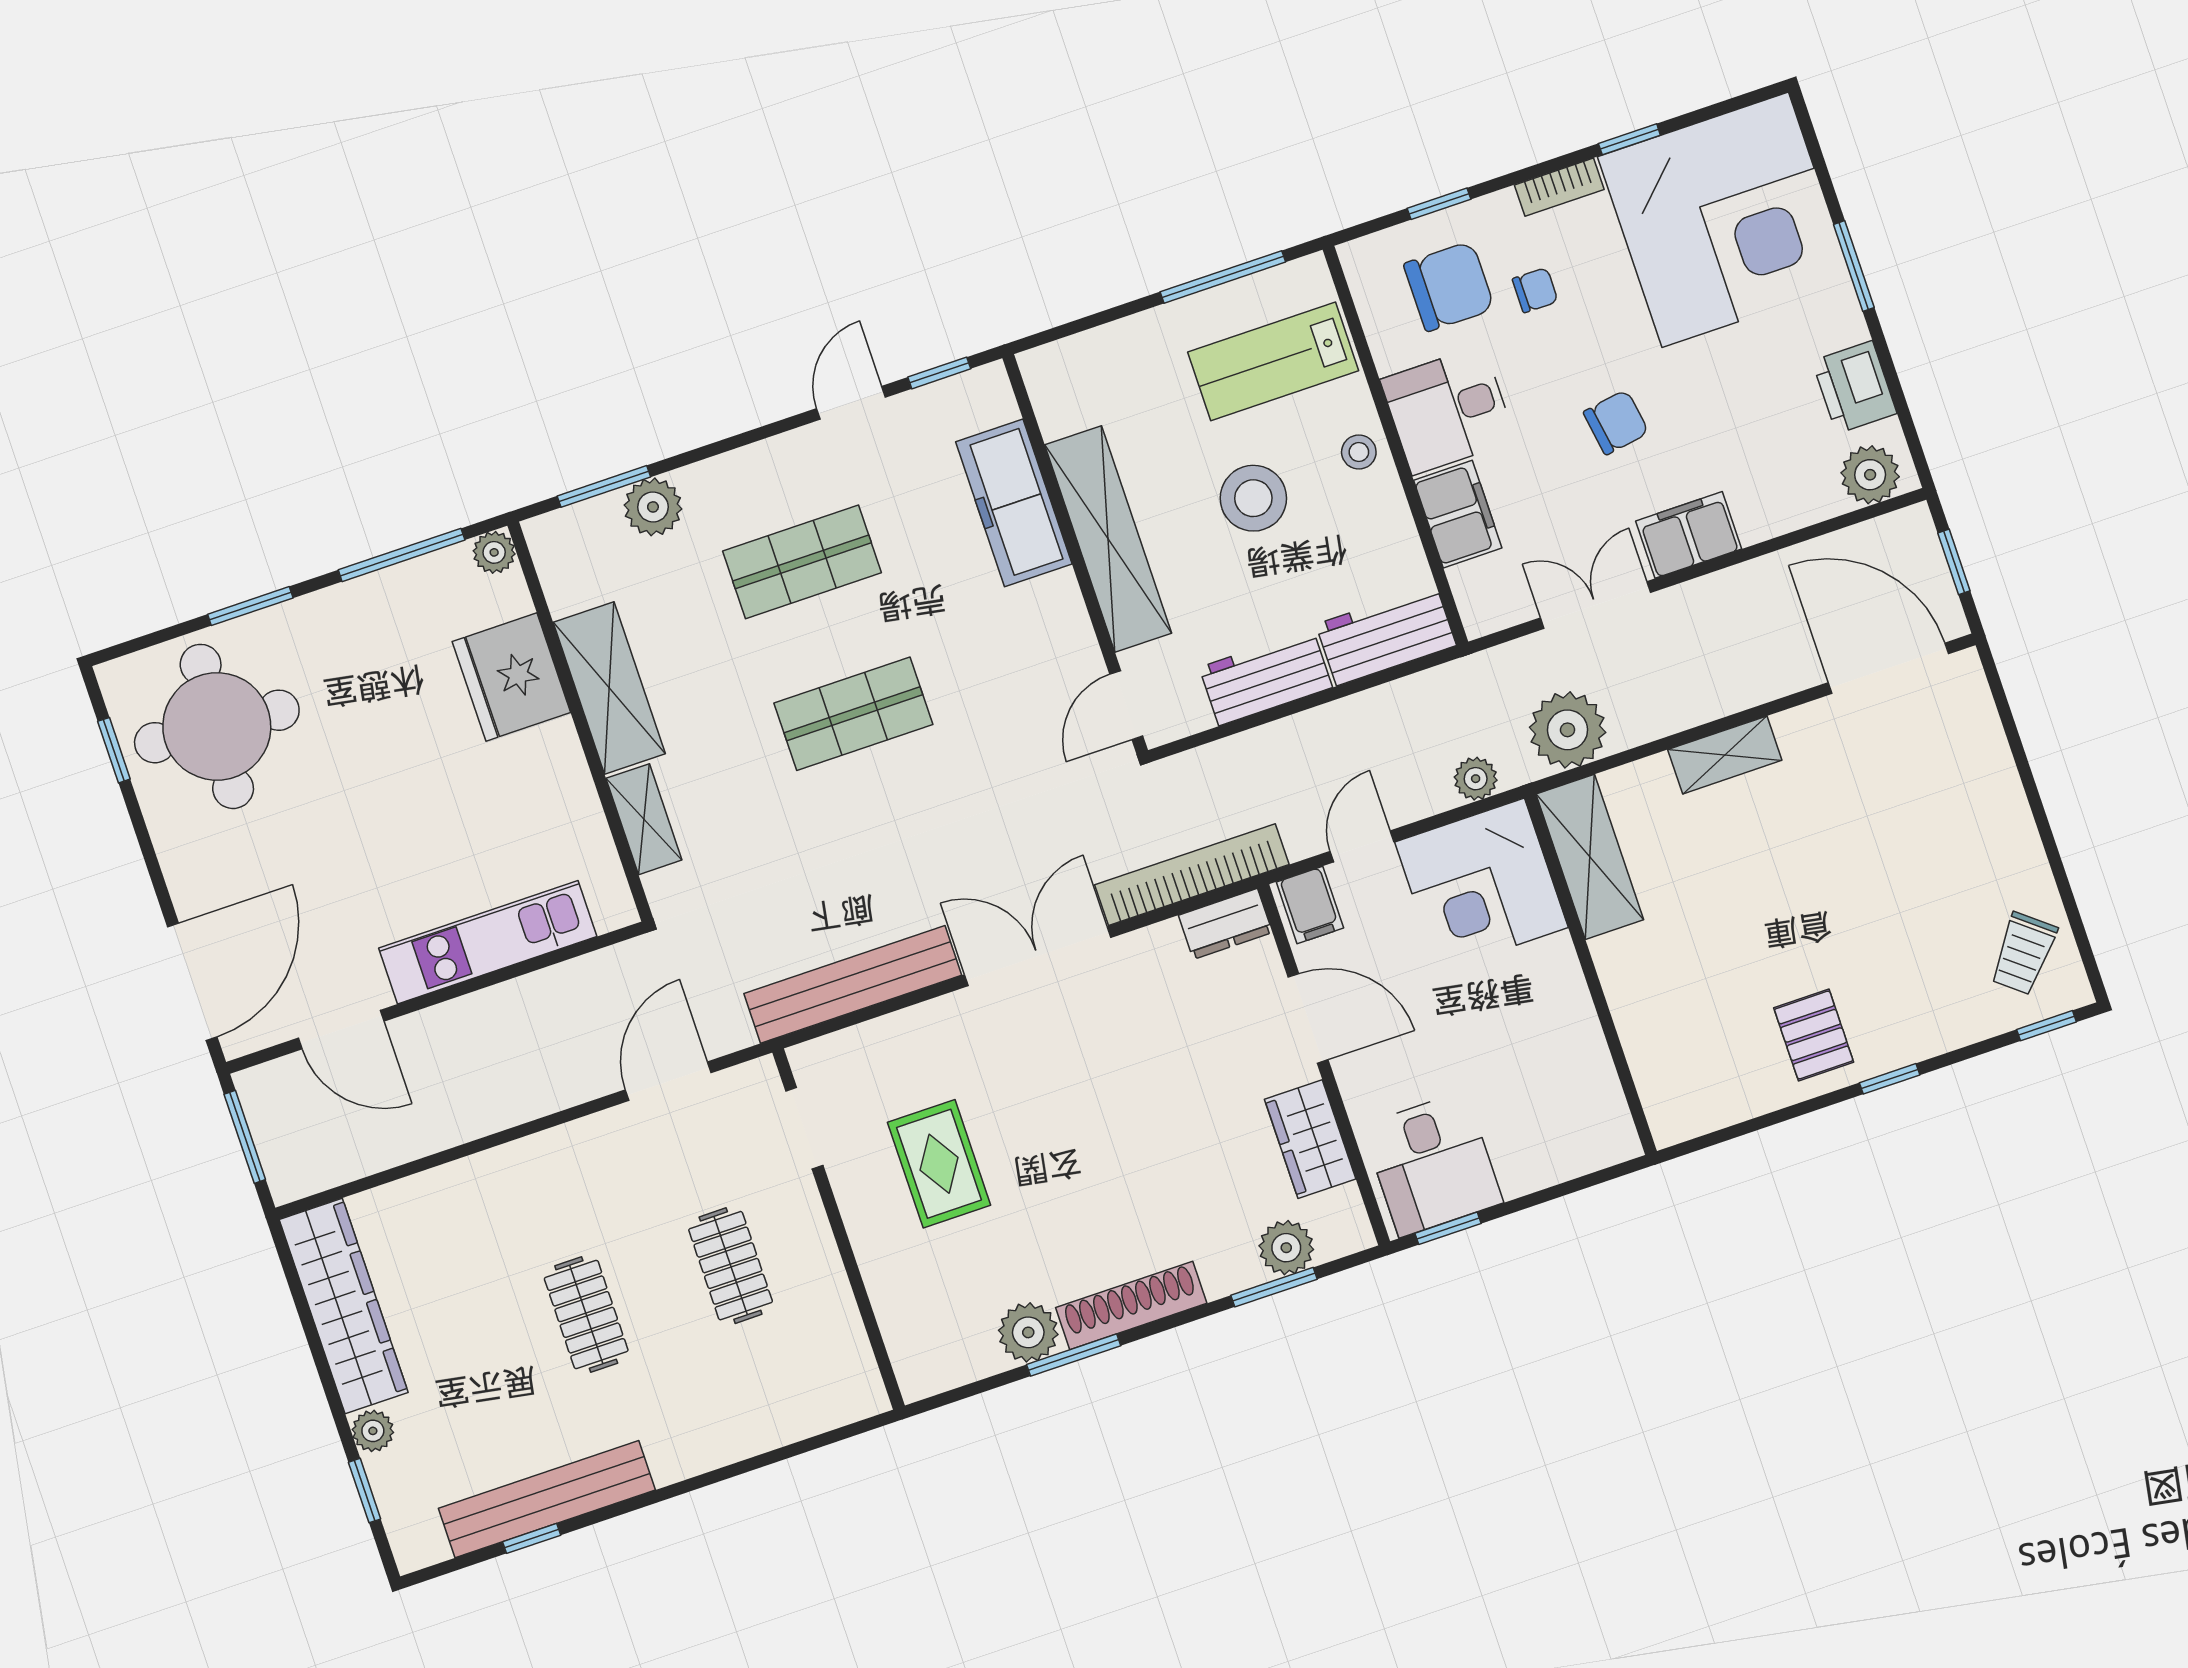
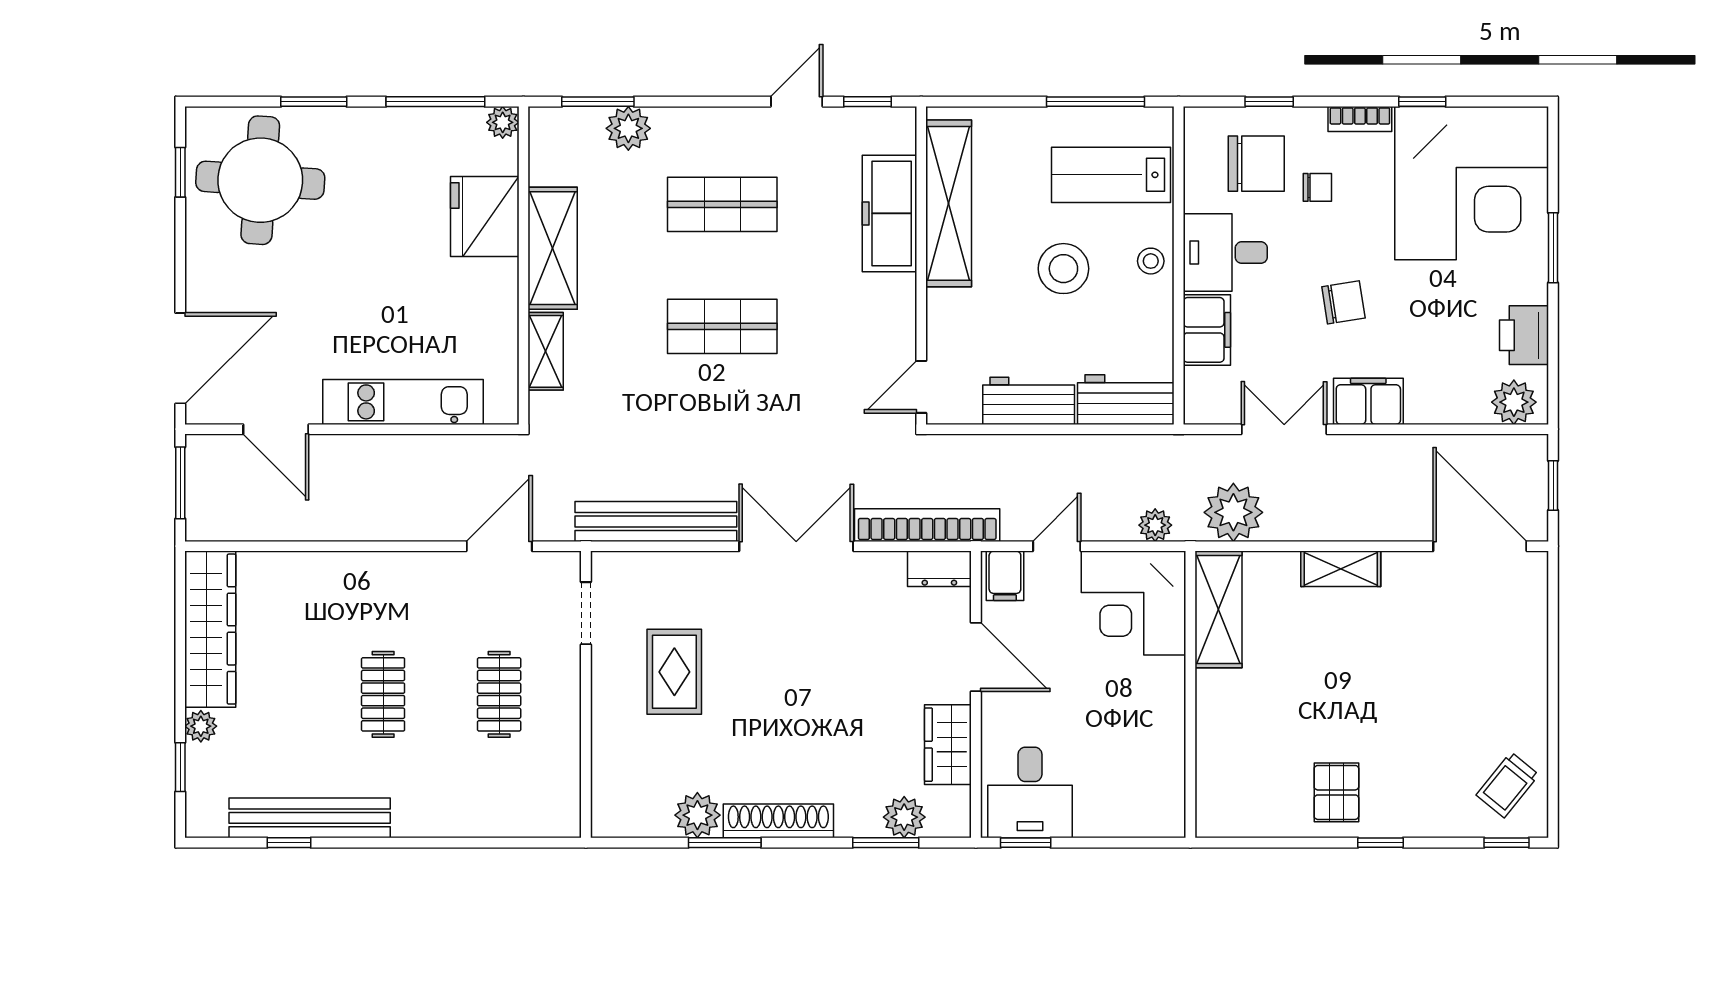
shelving: (1108, 539) -> (949, 203), moved

